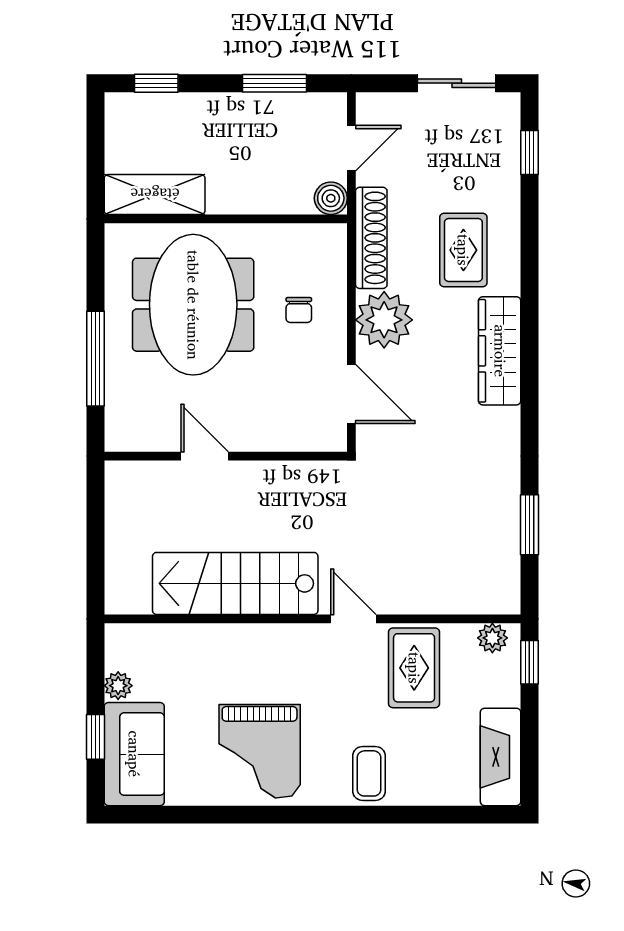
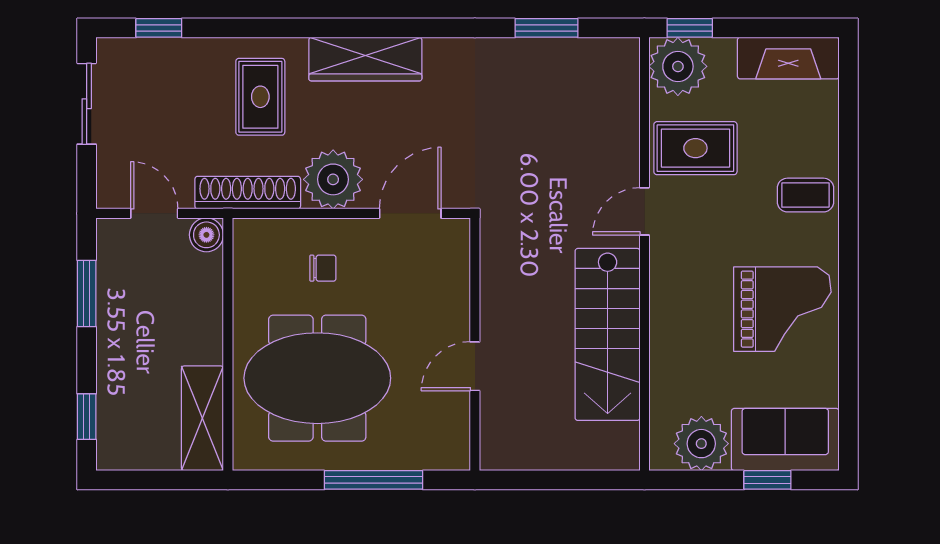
rug: (463, 250) -> (260, 97), turned 90
plant: (492, 638) -> (678, 66), width x1.87, depth x1.87
plant: (118, 686) -> (701, 444), width x1.88, depth x1.88

